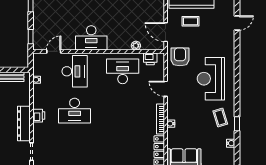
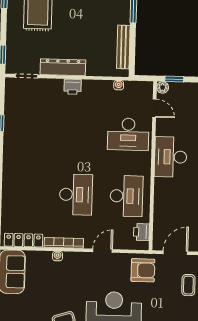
plant: (136, 46) -> (163, 87), moved
desk: (75, 111) -> (76, 195), moved, turned 180

